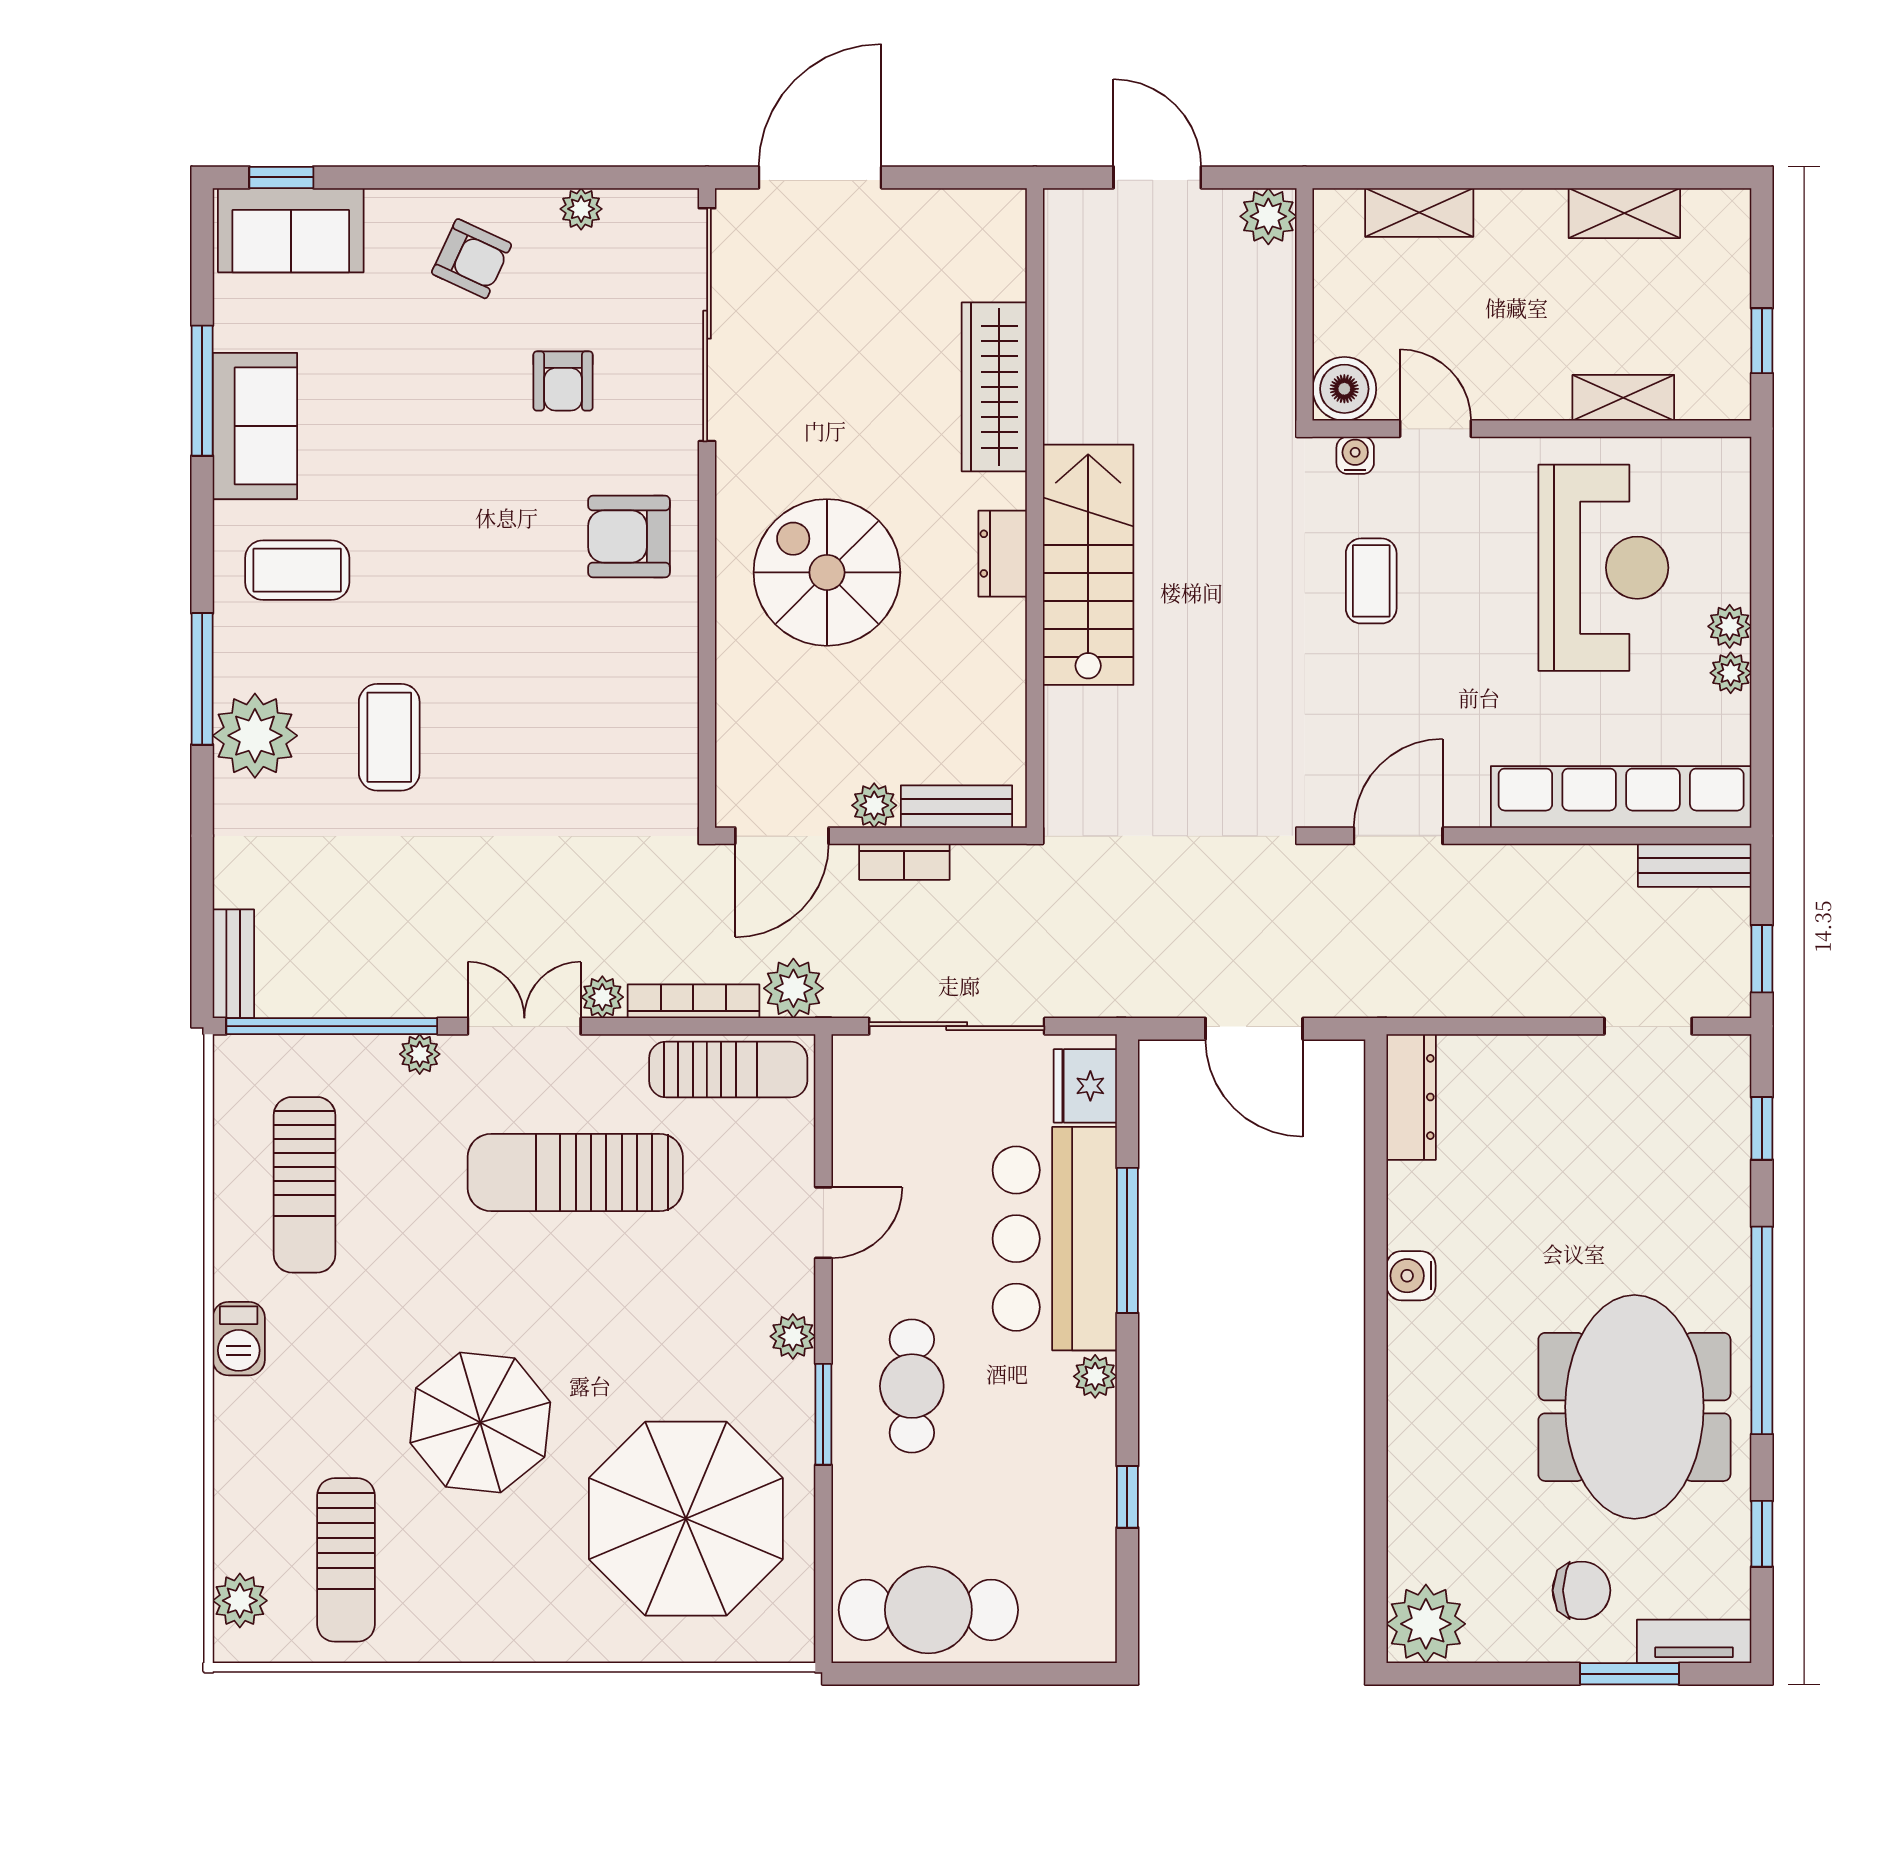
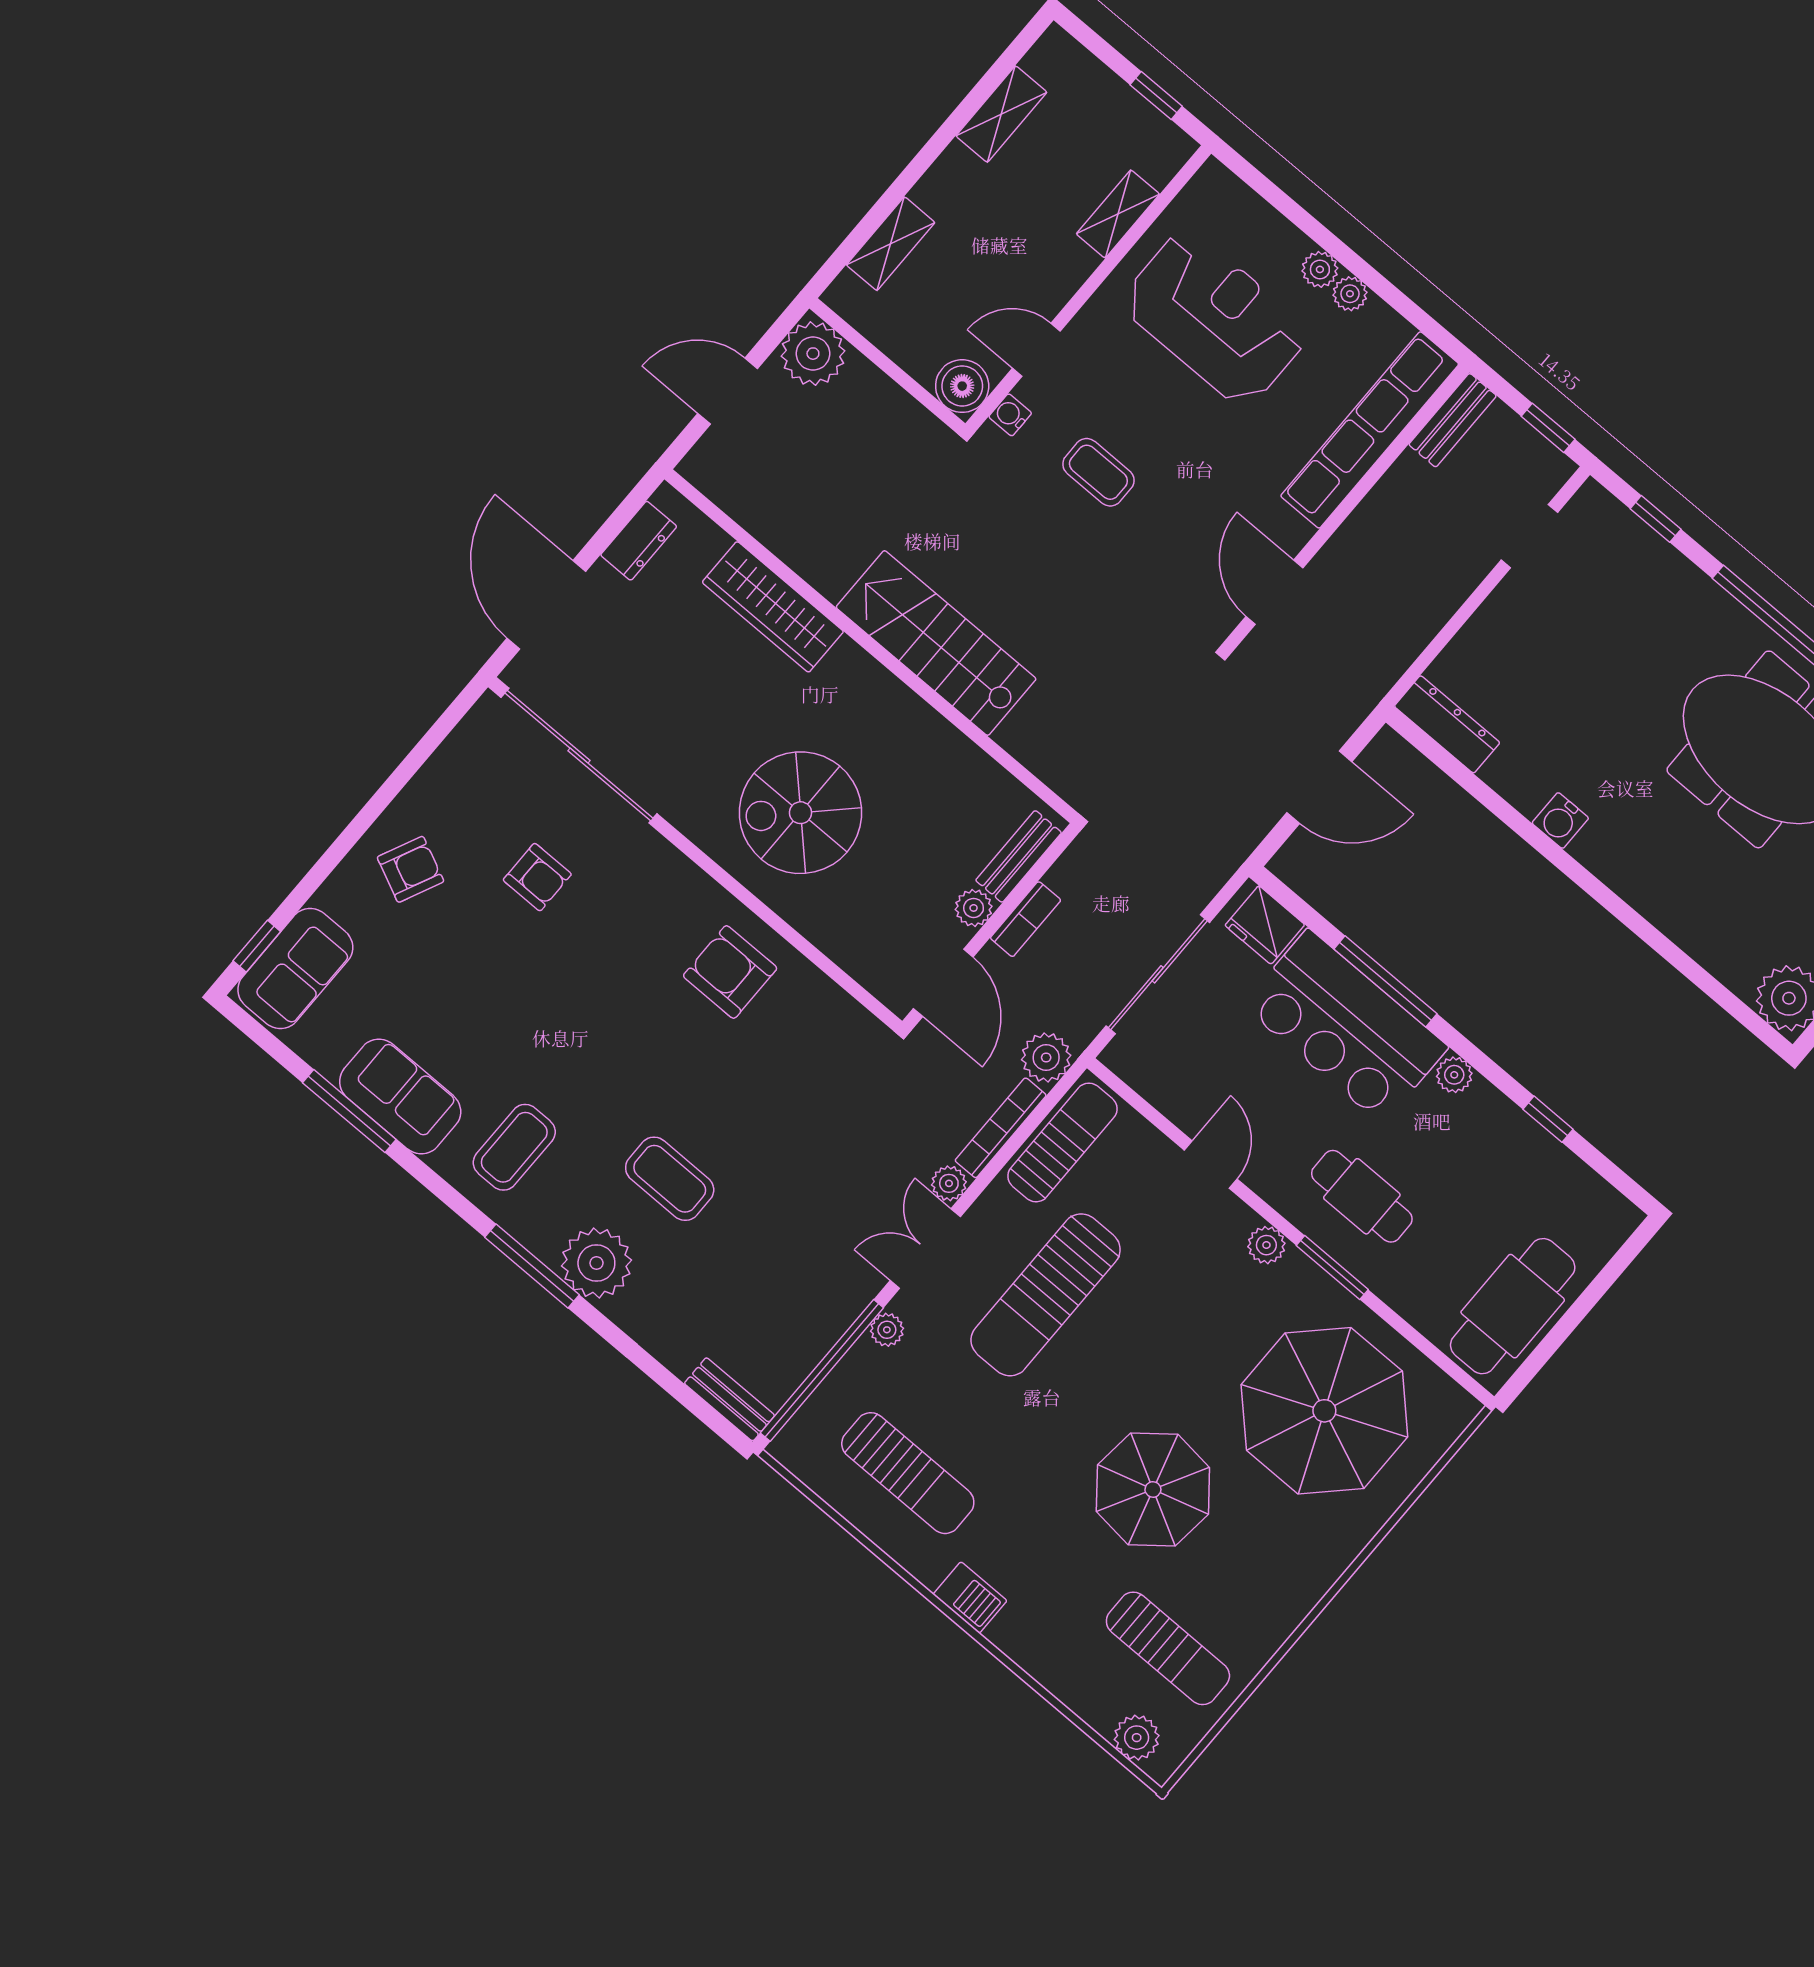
plant: (581, 209) -> (438, 773), removed
plant: (1268, 216) -> (813, 354), width x1.36, depth x1.36
armchair: (629, 537) -> (730, 972), moved, turned 90
dresser: (1003, 554) -> (639, 541), moved, turned -90

